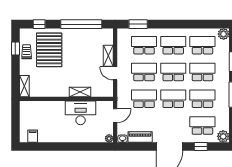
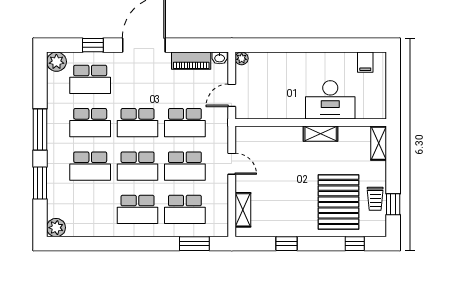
window: (81, 24) -> (287, 244), width x0.32
school desk: (202, 45) -> (90, 209), removed
shelving: (108, 56) -> (243, 210), moved
shelving: (80, 92) -> (321, 134), moved
desk: (81, 113) -> (330, 100), moved

